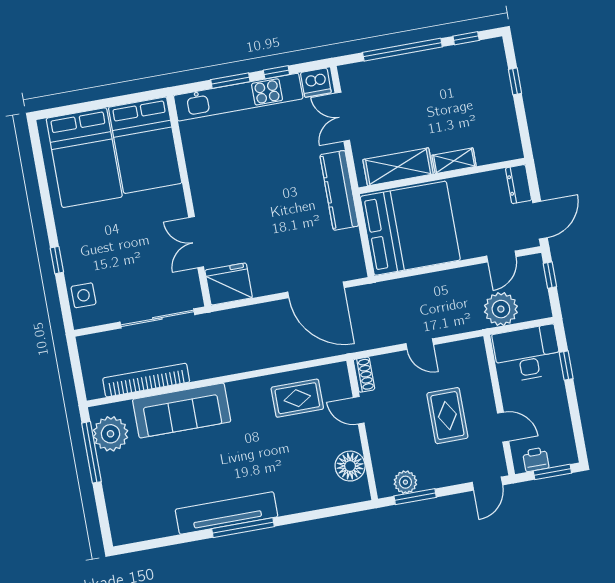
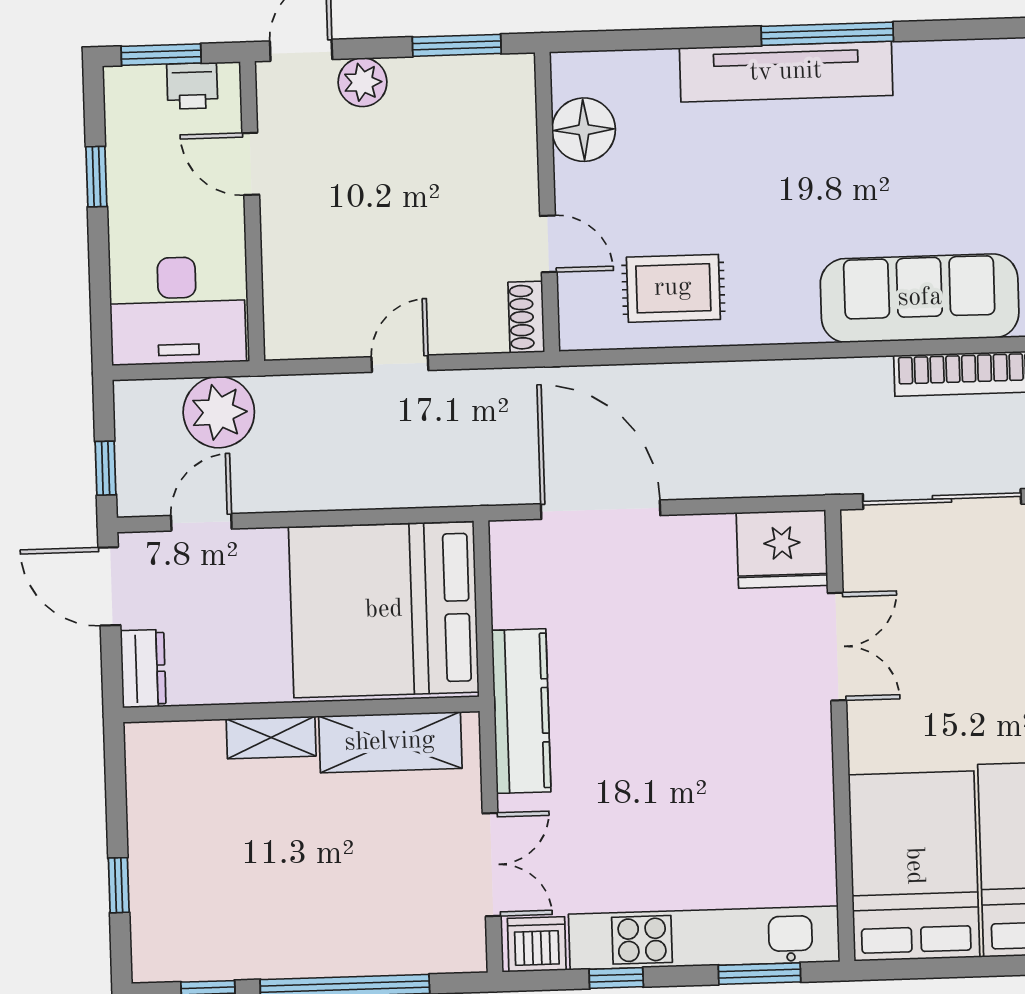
window: (230, 81) -> (759, 974), moved
door: (540, 220) -> (109, 586), hinge flipped
door: (420, 344) -> (400, 364), hinge flipped
window: (566, 366) -> (96, 177), moved
rug: (447, 416) -> (364, 205), removed
plant: (405, 482) -> (363, 82), moved
tv unit: (227, 513) -> (786, 72), moved

